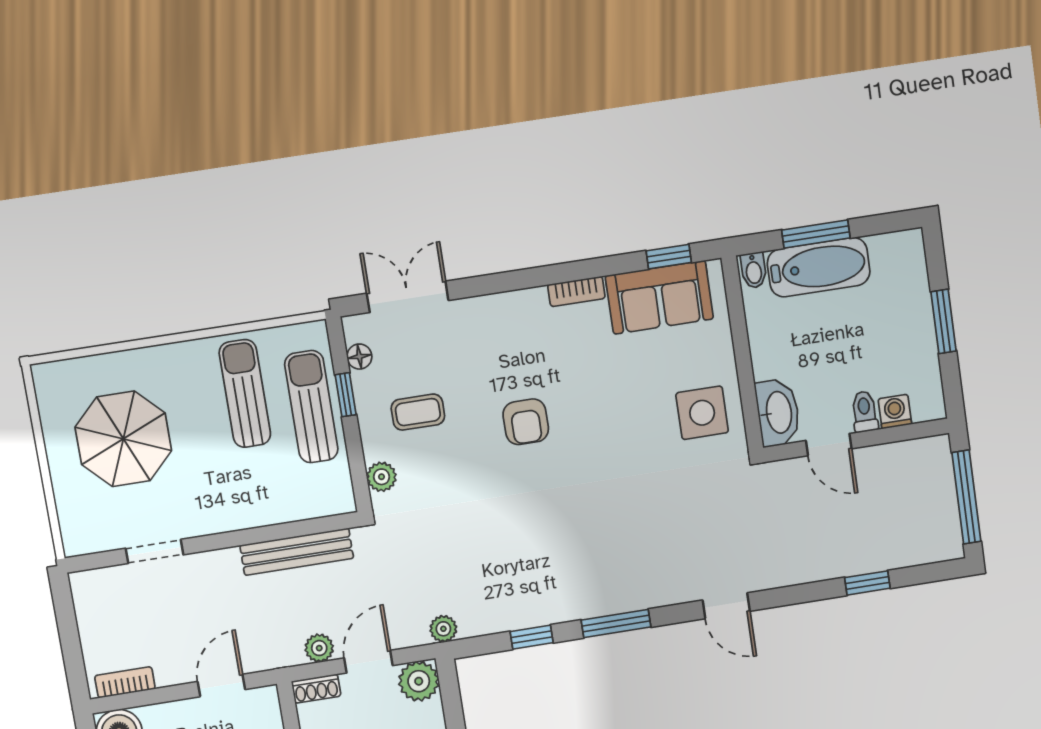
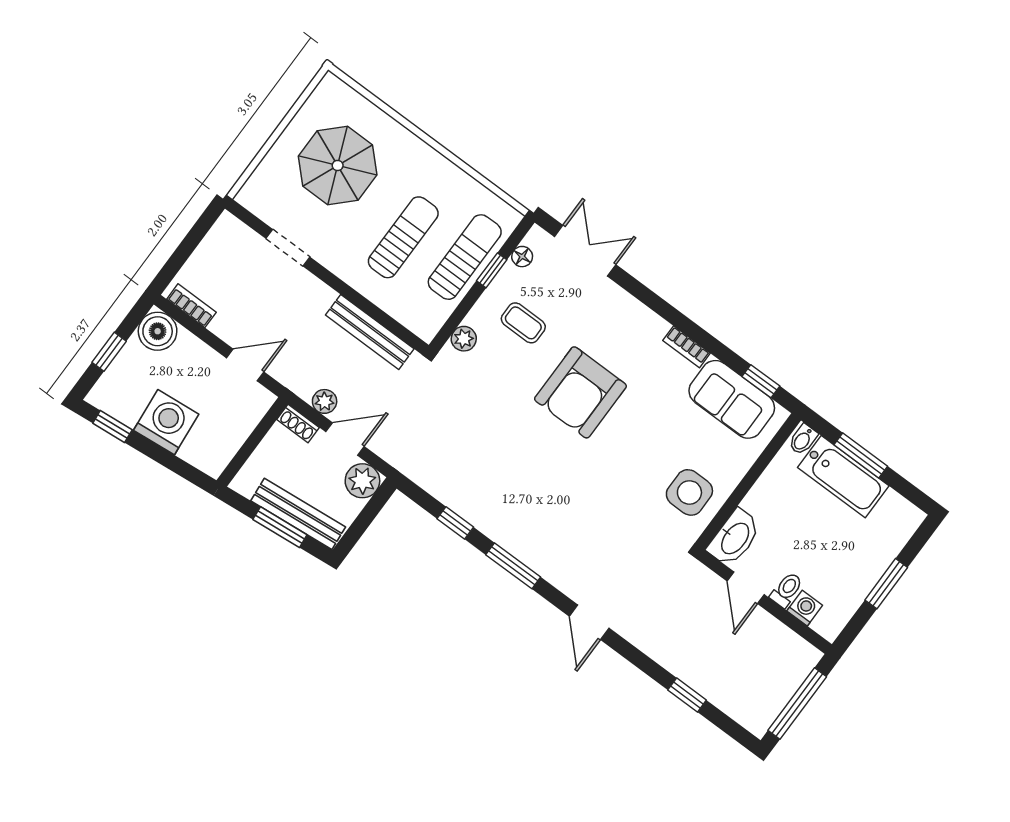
sun lounger: (245, 393) -> (403, 237), moved
armchair: (526, 422) -> (580, 392), width x1.88, depth x1.88
plant: (443, 629) -> (409, 465), removed

